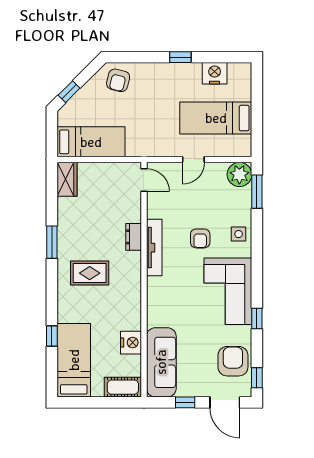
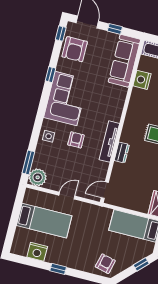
door: (144, 180) -> (105, 190), hinge flipped

